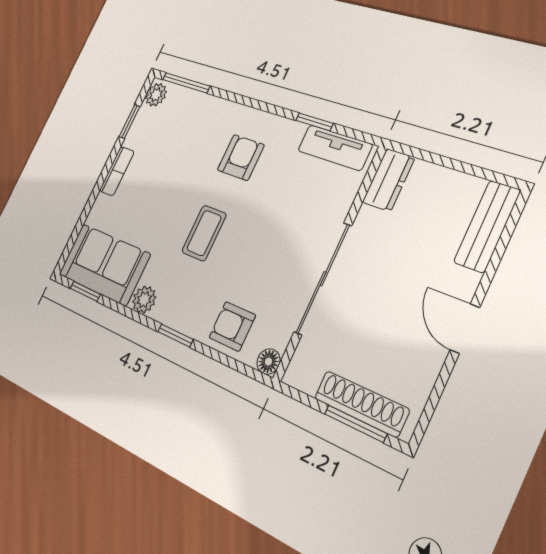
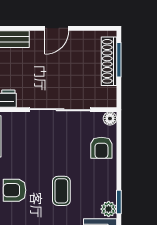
coffee table: (204, 233) -> (61, 191), turned 90
window: (175, 335) -> (119, 202), moved

